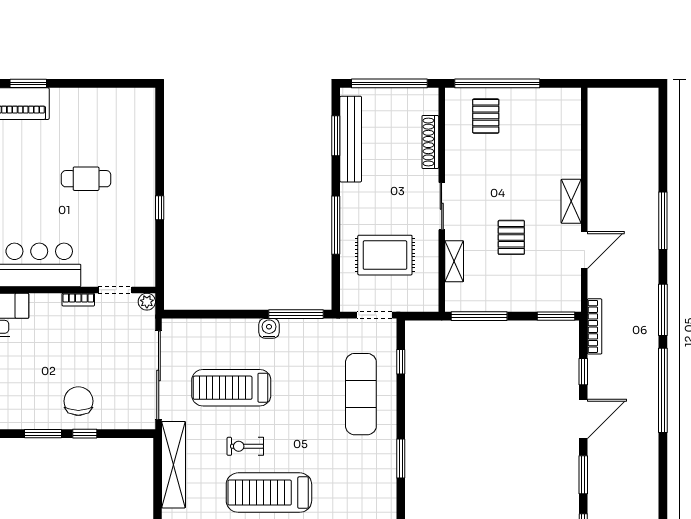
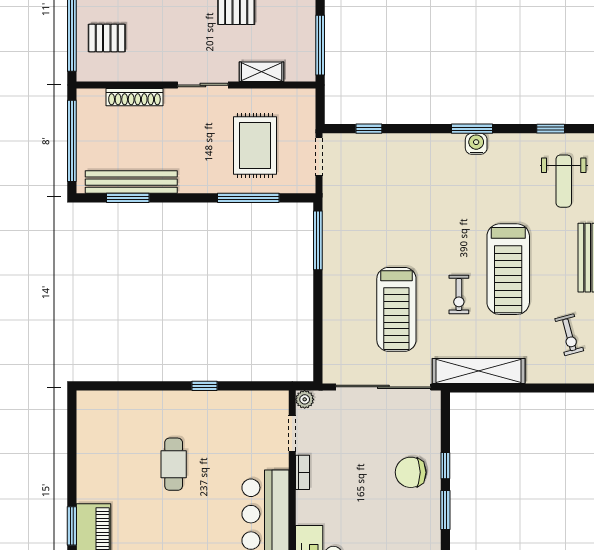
window: (336, 225) -> (248, 198), moved
water cooler: (269, 328) -> (476, 144), moved, turned 90
exercise mat: (361, 394) -> (403, 171), removed

